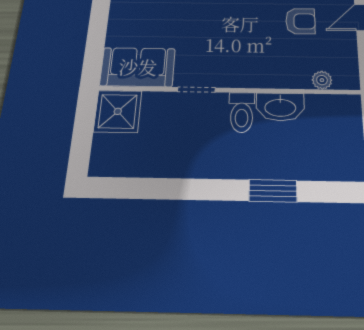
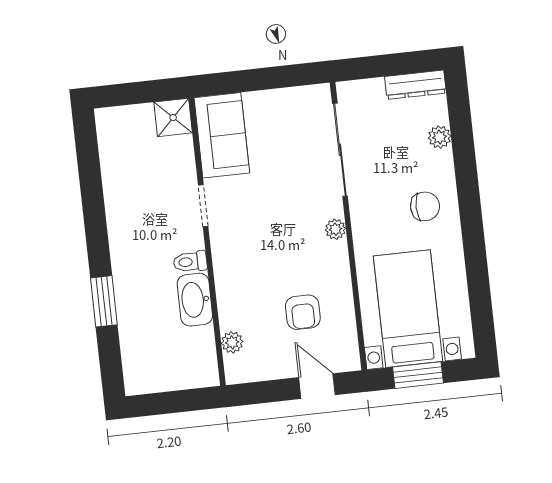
shower: (118, 111) -> (173, 117), width x0.73, depth x0.73
toilet: (242, 112) -> (190, 262), width x0.73, depth x0.72

